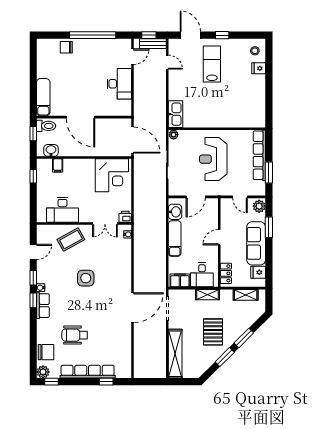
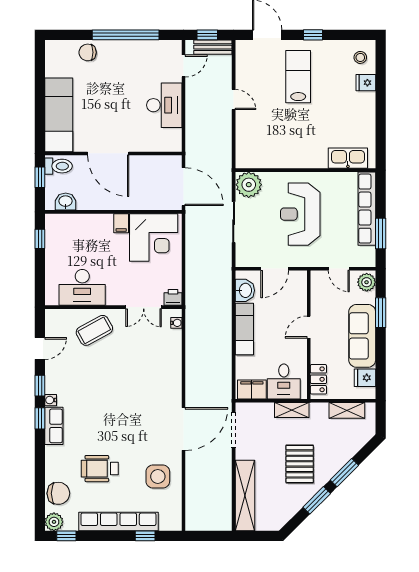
door: (167, 62) -> (234, 100), moved
exam couch: (43, 97) -> (59, 115), width x1.36, depth x1.45
kitchen sink: (176, 114) -> (348, 158), moved, turned -90
plant: (174, 135) -> (249, 185), width x1.88, depth x1.88
filing cabinet: (58, 165) -> (121, 223), moved
side table: (86, 278) -> (158, 476), moved

